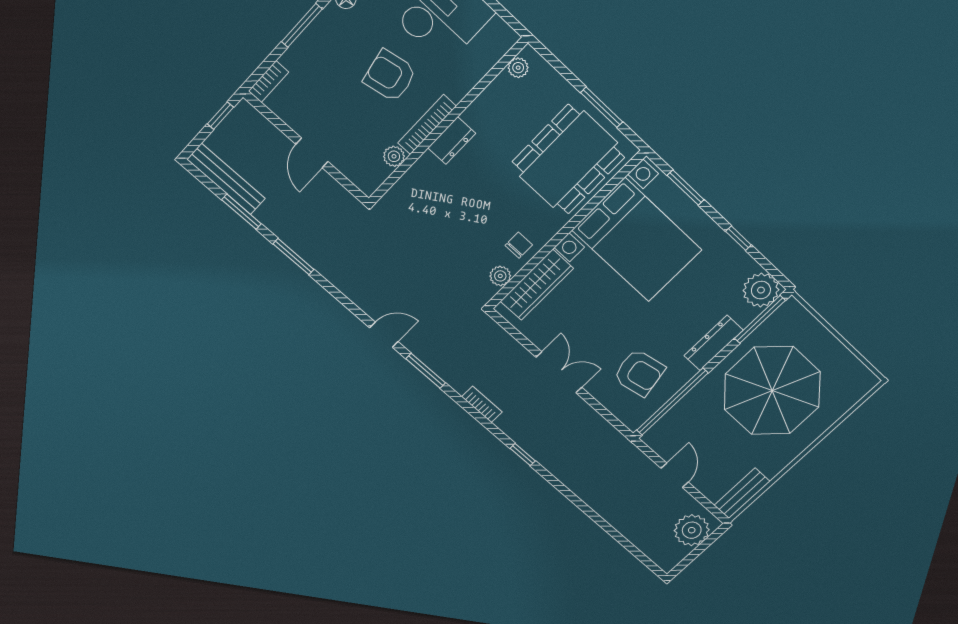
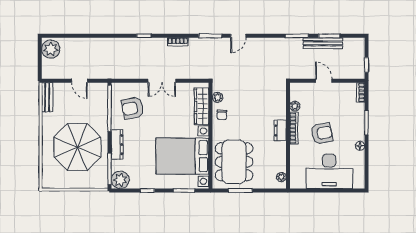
bench: (226, 179) -> (323, 43), moved
plant: (692, 530) -> (51, 49), moved

